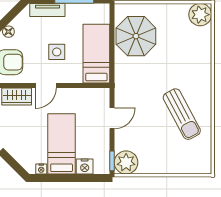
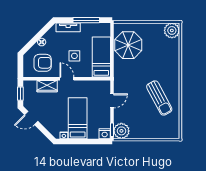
door: (46, 86) -> (67, 79), swing flipped
nightstand: (85, 167) -> (105, 134), moved

